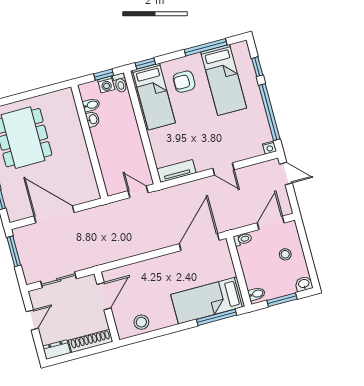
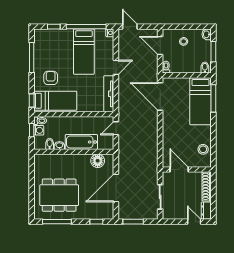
bed: (224, 80) -> (84, 52), moved, turned 90
armchair: (184, 82) -> (51, 78), turned 180
bathtub: (106, 149) -> (81, 142), added
tv unit: (176, 171) -> (109, 94), width x1.41
door: (286, 173) -> (130, 27), hinge flipped
floor lamp: (86, 179) -> (98, 161), added
door: (32, 320) -> (194, 222), moved

